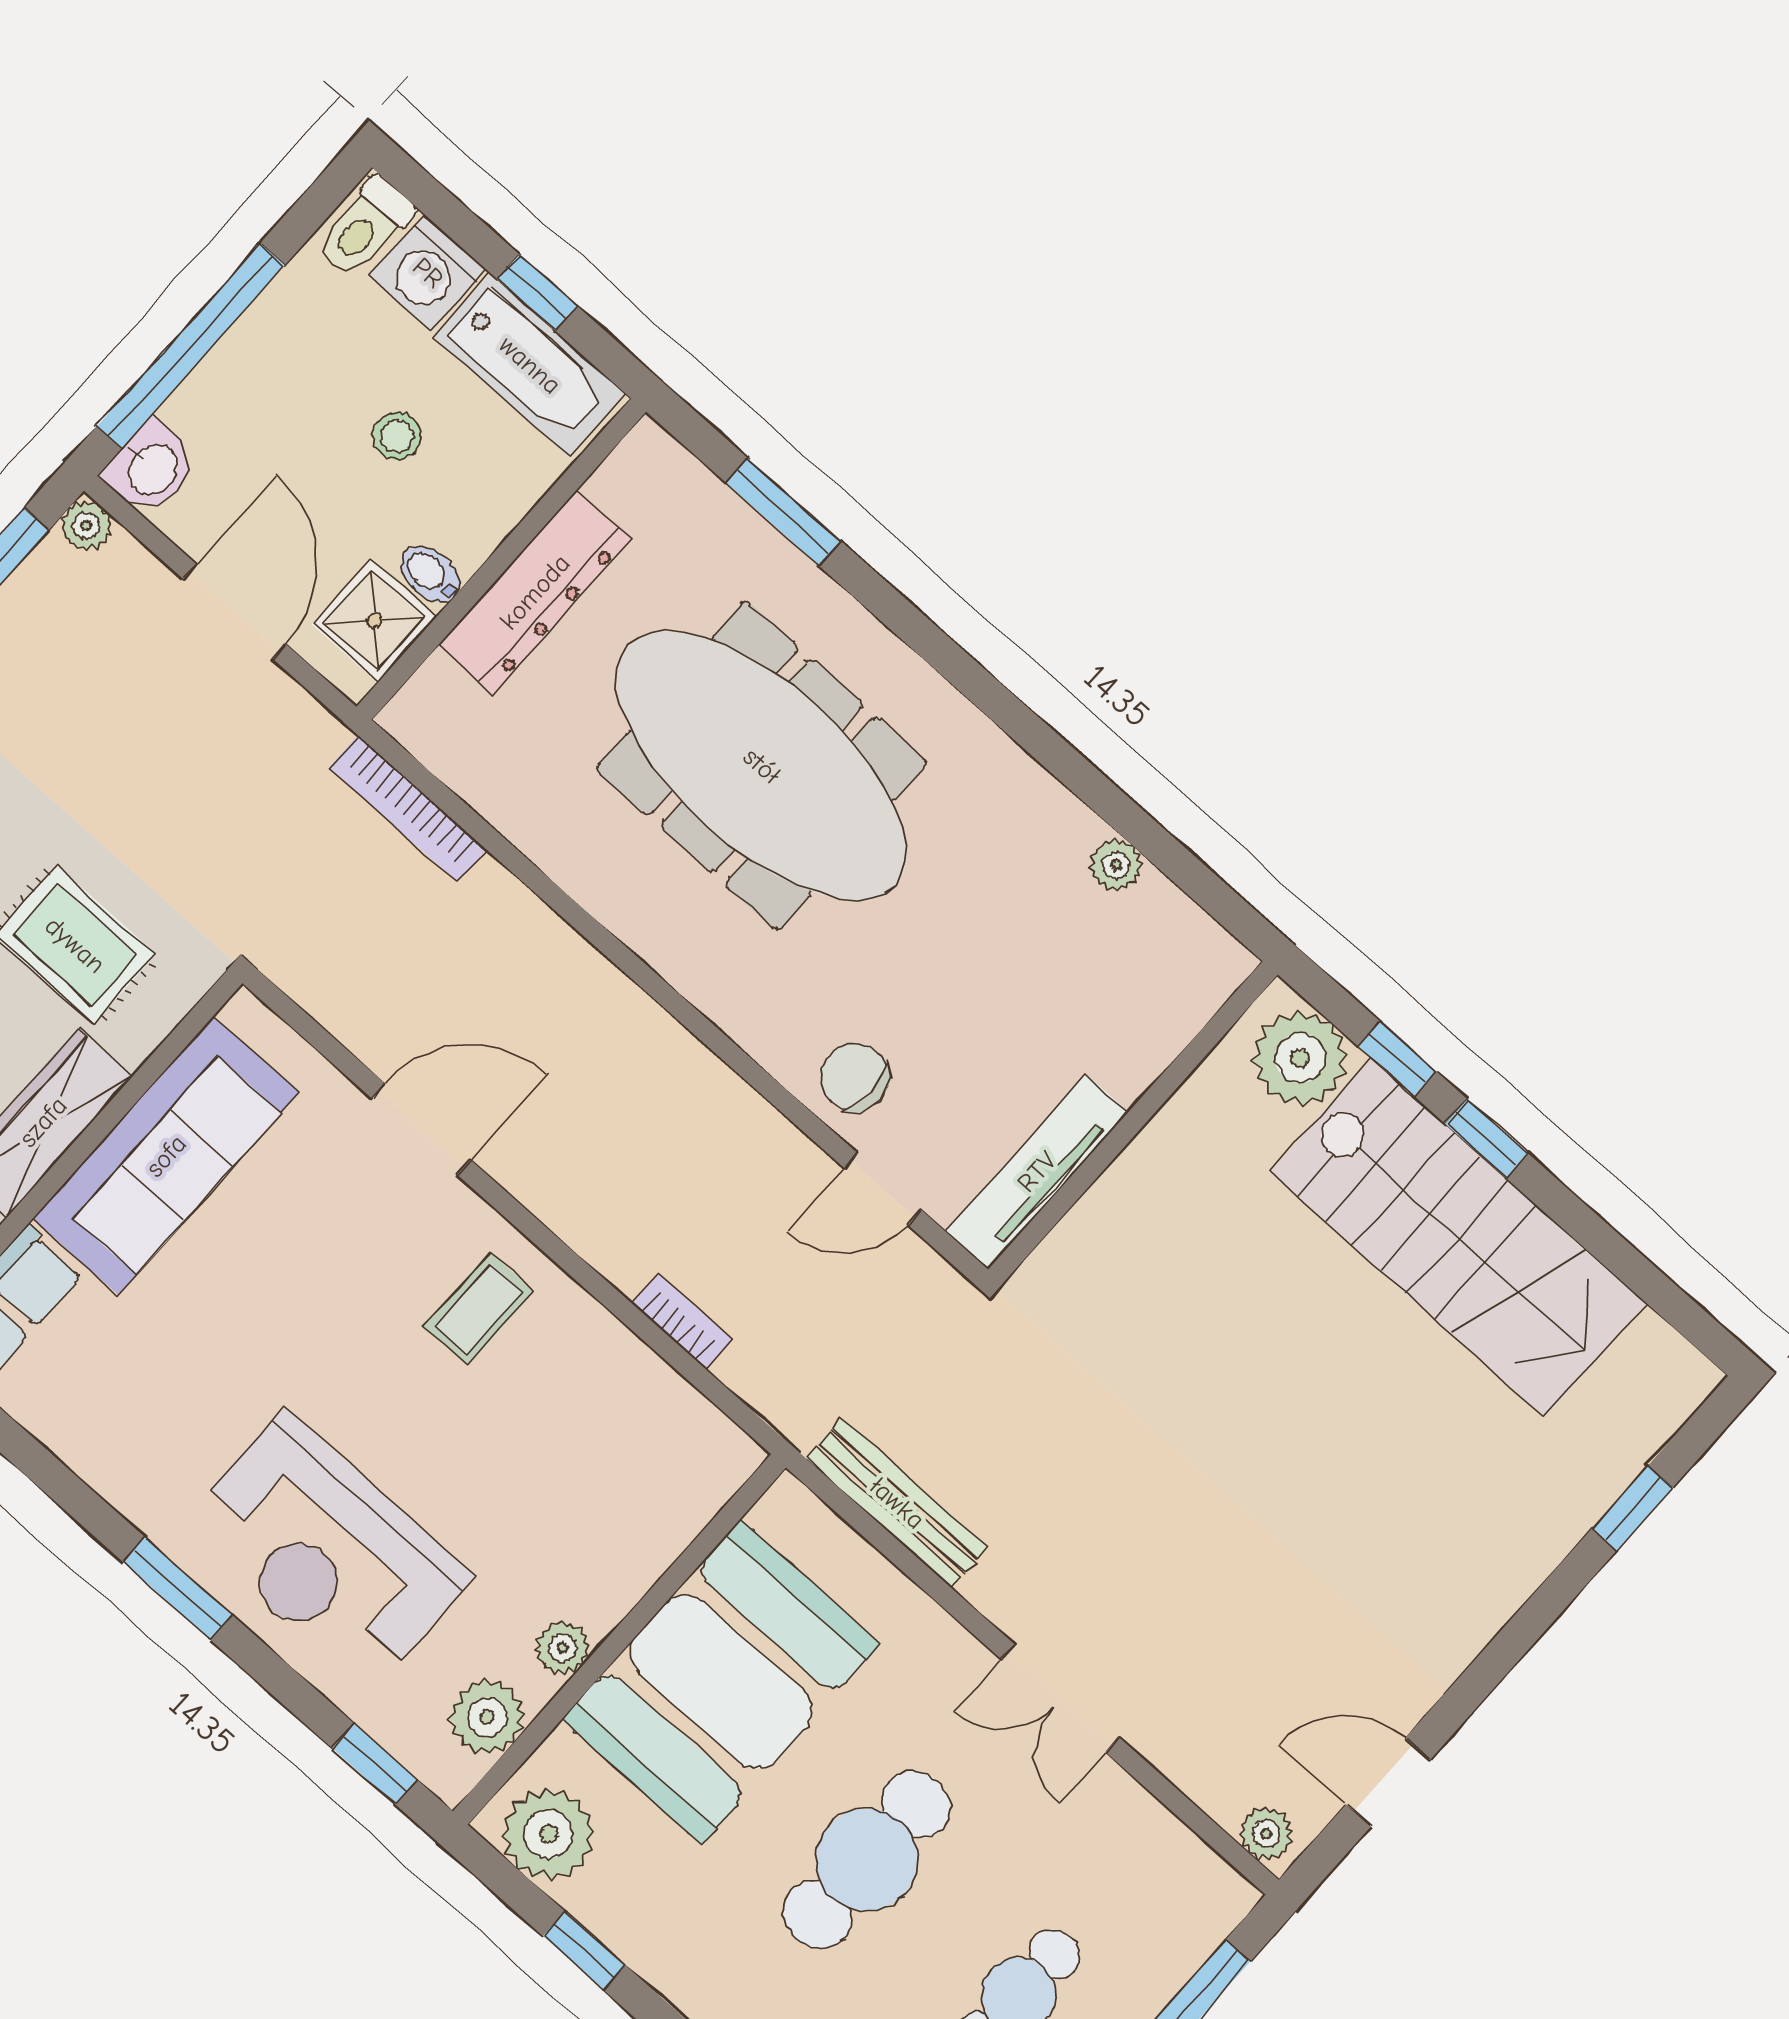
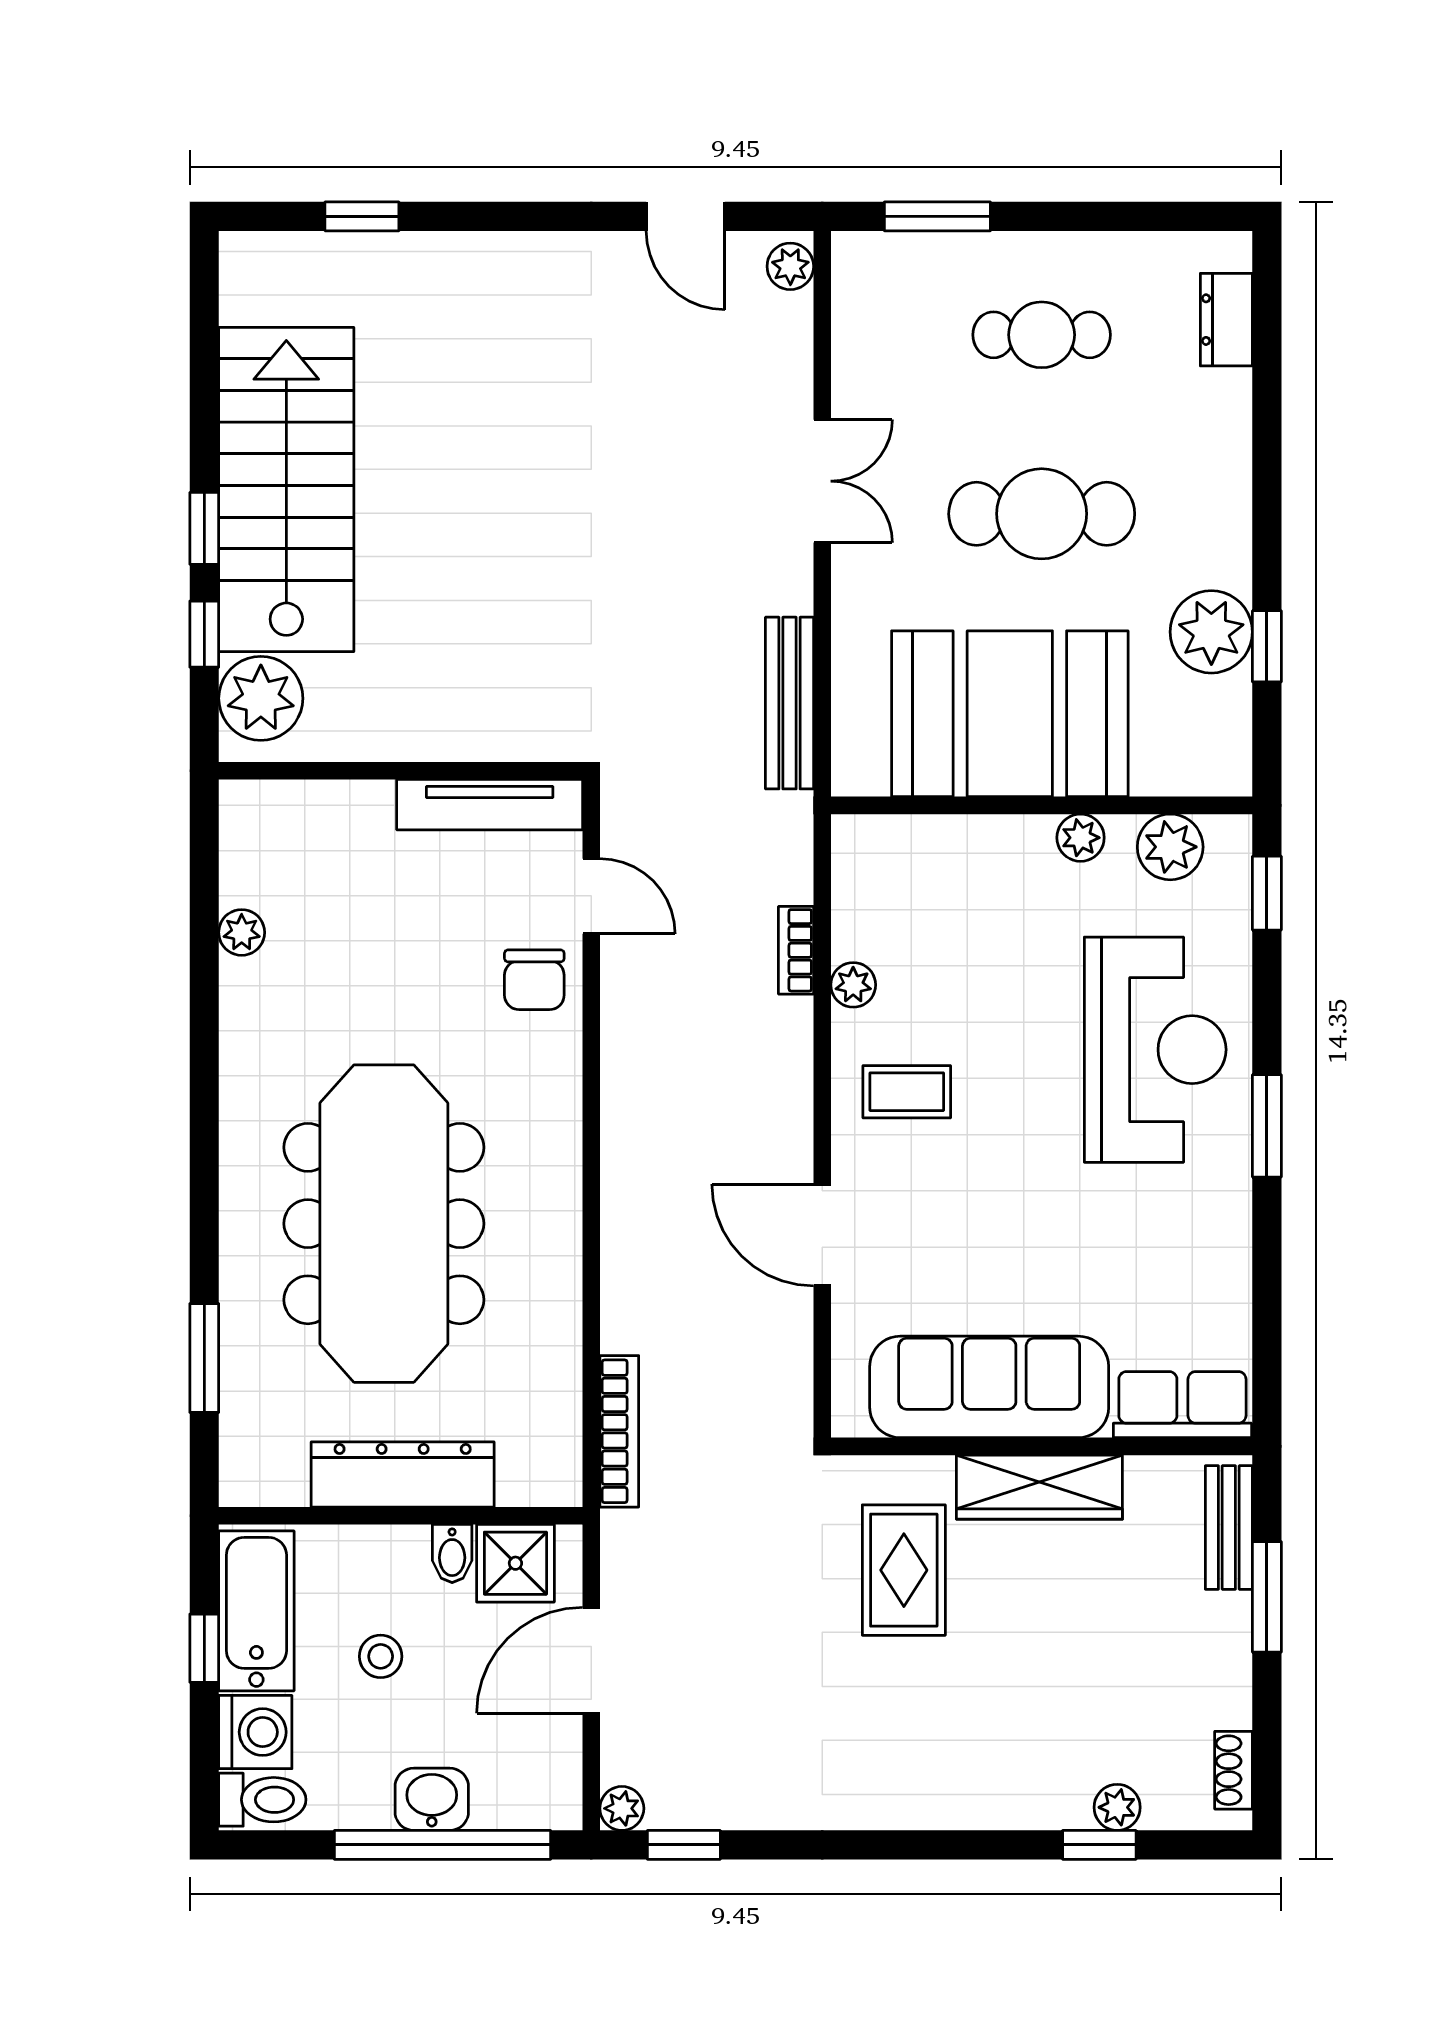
washbasin: (151, 468) -> (432, 1799), moved
plant: (609, 1344) -> (853, 985), added
plant: (548, 1834) -> (1211, 632), moved

